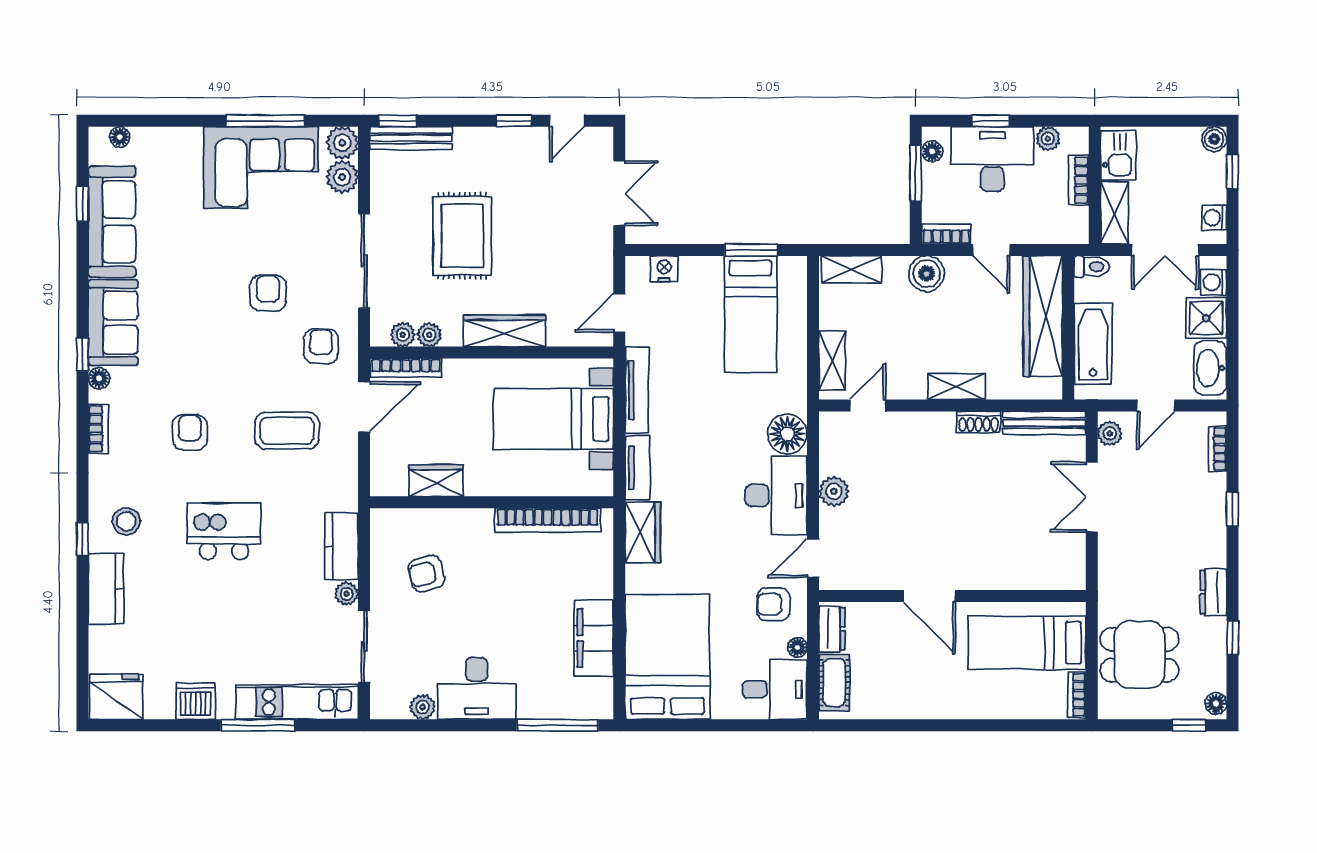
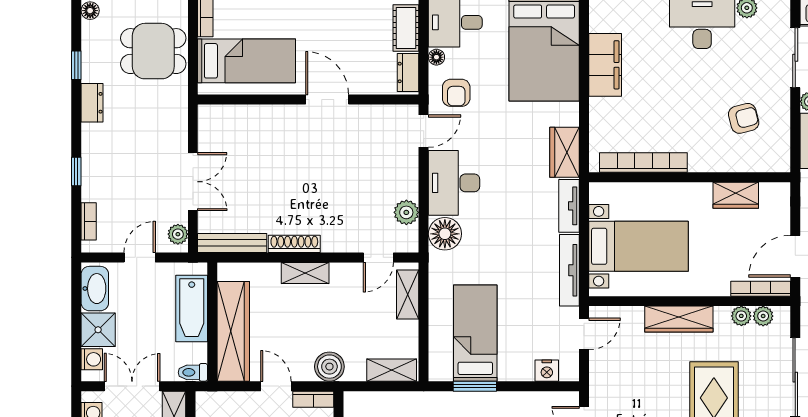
shoe rack: (978, 422) -> (294, 244), width x1.43
plant: (834, 491) -> (406, 212), moved
armchair: (774, 604) -> (456, 93), turned 90

